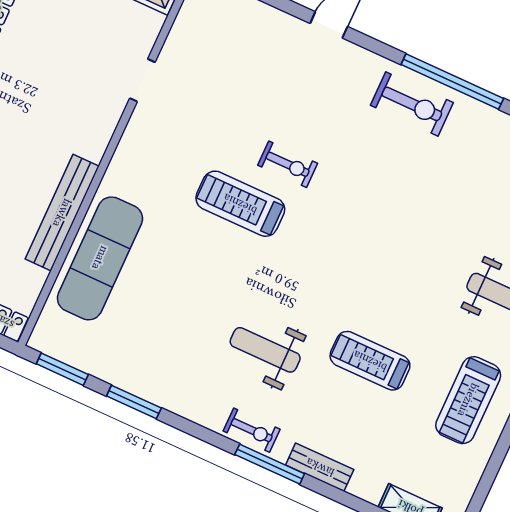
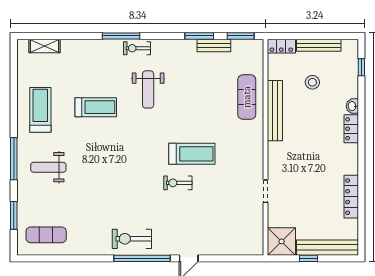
window: (452, 82) -> (142, 258), moved
exercise mat: (100, 258) -> (247, 97), width x0.73, depth x0.69
weight bench: (265, 350) -> (148, 89), turned 90
bench: (320, 467) -> (214, 45), moved

